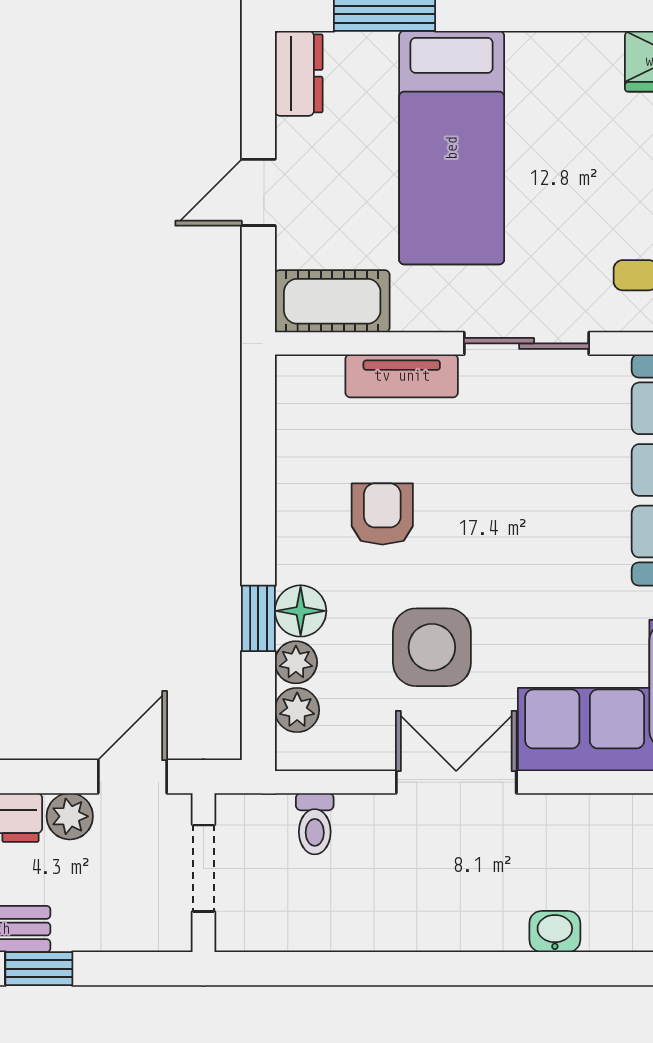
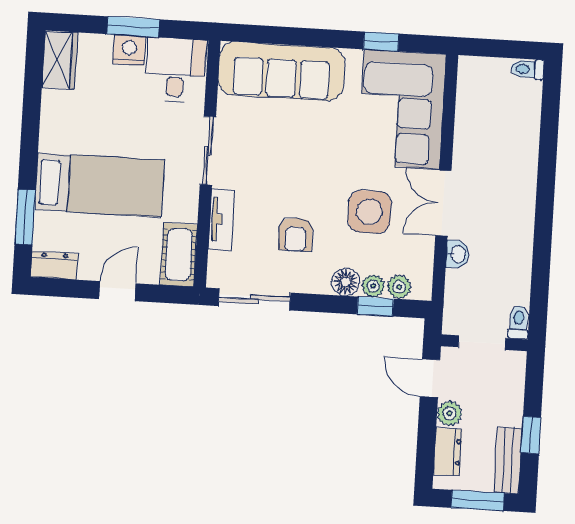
door: (258, 192) -> (117, 291), swing flipped
sliding door: (258, 445) -> (254, 299), added
armchair: (382, 514) -> (296, 234), turned -90
window: (258, 618) -> (375, 306), moved
toilet: (315, 824) -> (518, 322), moved, turned -90
washbasin: (555, 932) -> (457, 254), moved, turned 180

